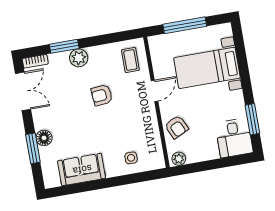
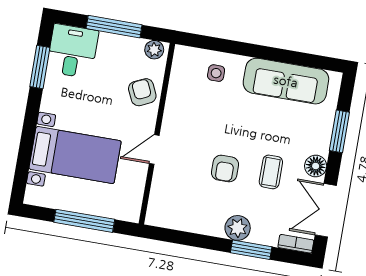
coffee table: (130, 60) -> (271, 172), moved
armchair: (102, 95) -> (225, 169), turned 95
floor lamp: (44, 138) -> (316, 166), moved
window: (212, 165) -> (114, 27), added
sofa: (82, 170) -> (286, 81), width x1.36

